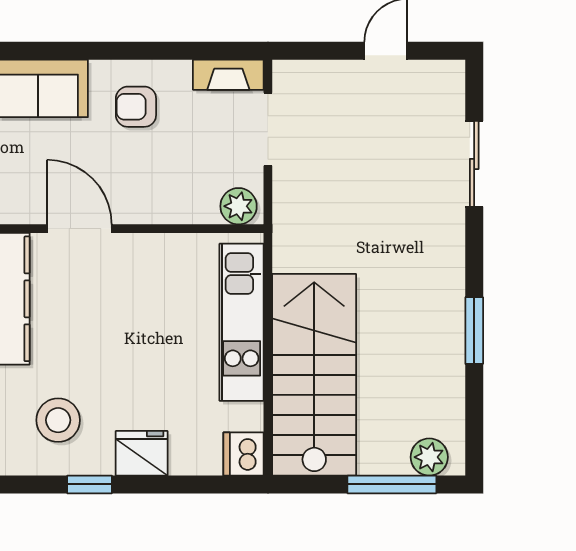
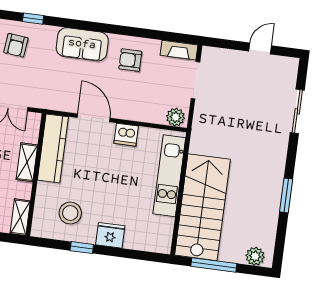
dishwasher: (244, 454) -> (126, 135), moved, turned -90
window: (392, 484) -> (214, 265), moved

